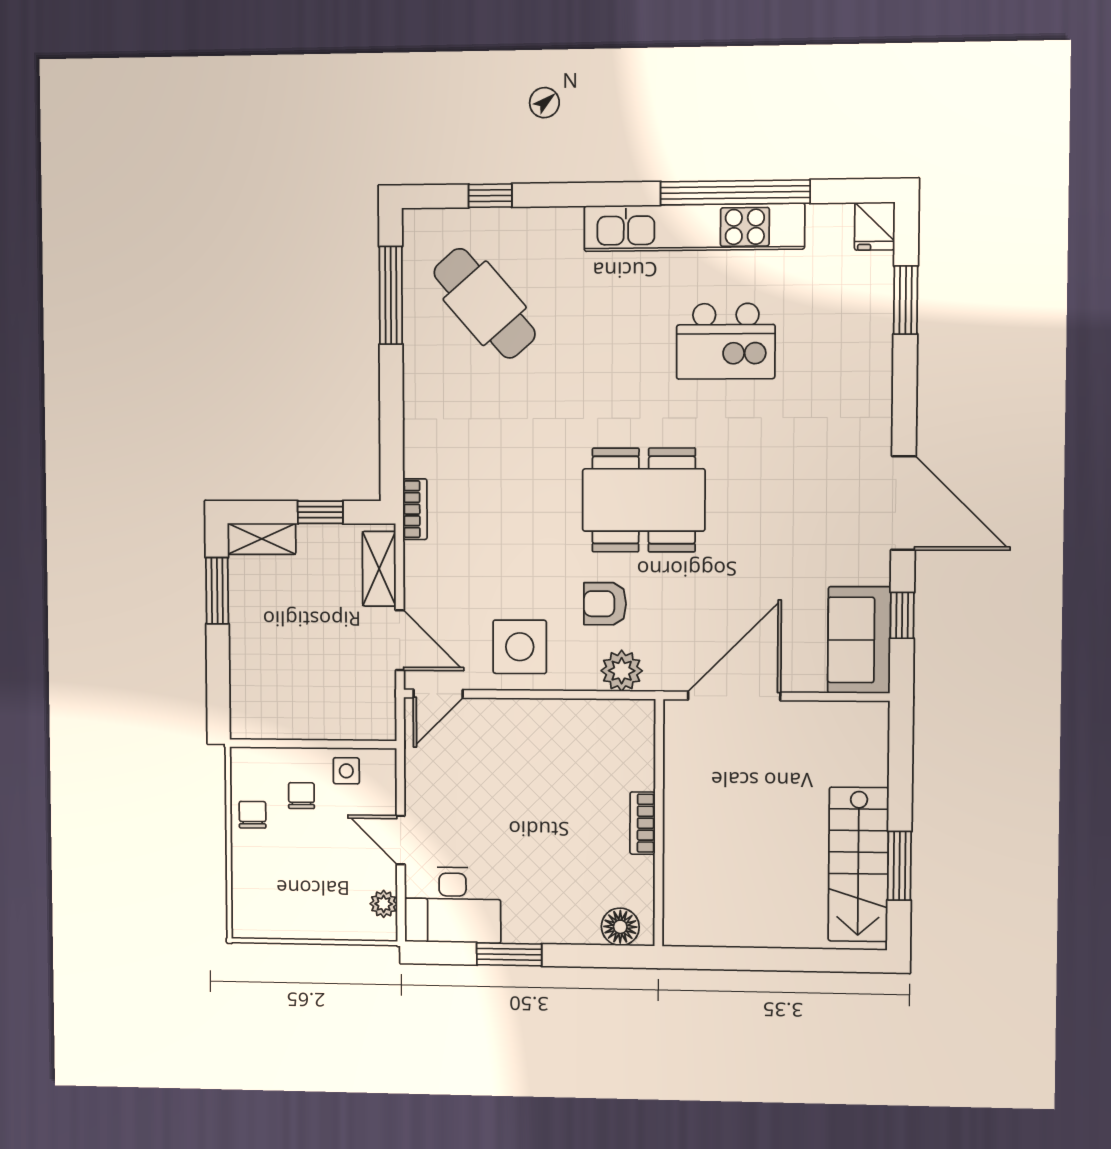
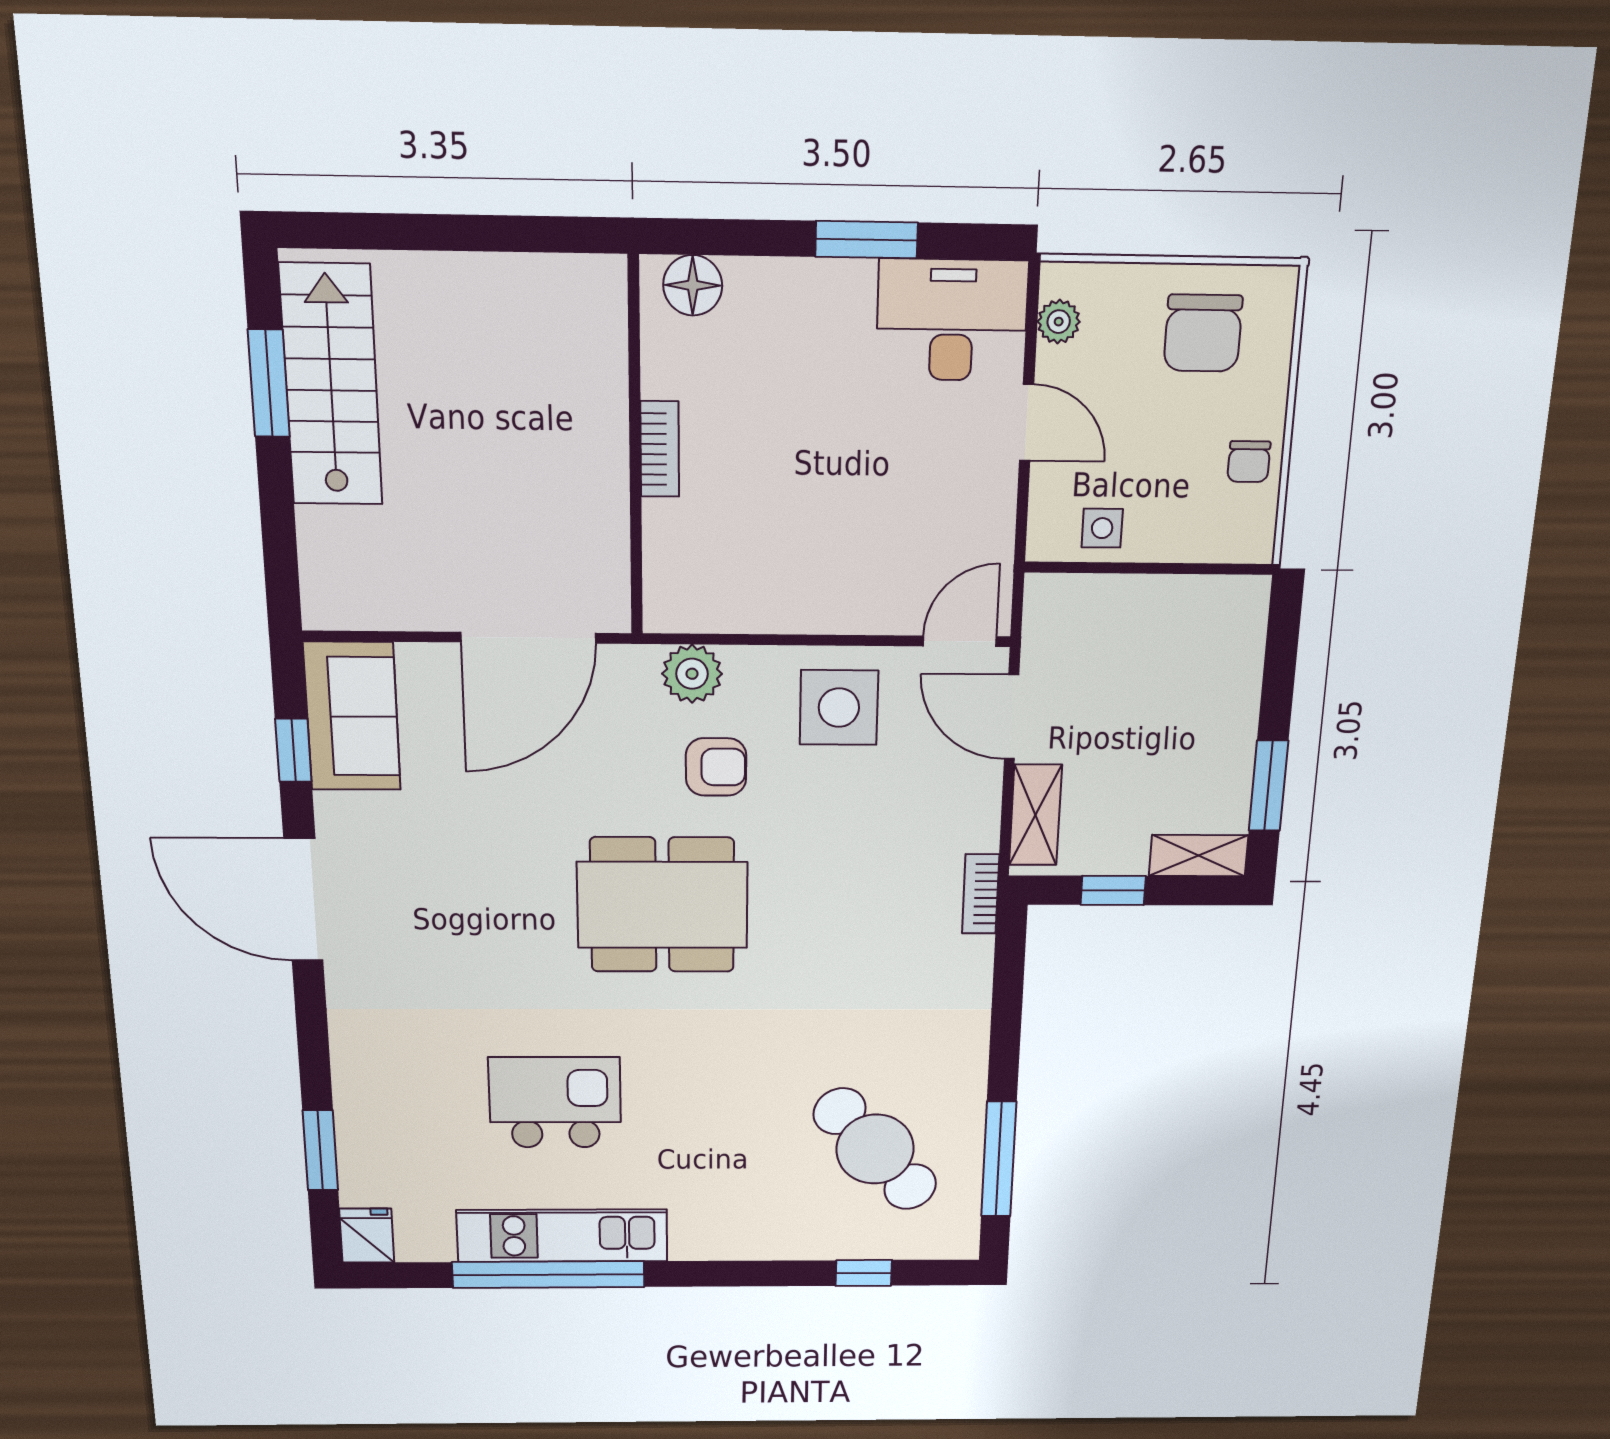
kitchen unit: (694, 227) -> (562, 1236), width x0.73
chair: (301, 796) -> (1203, 333), moved, width x1.87, depth x1.87

